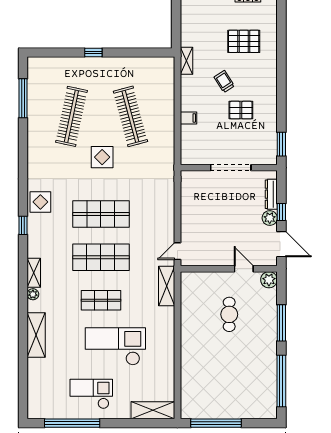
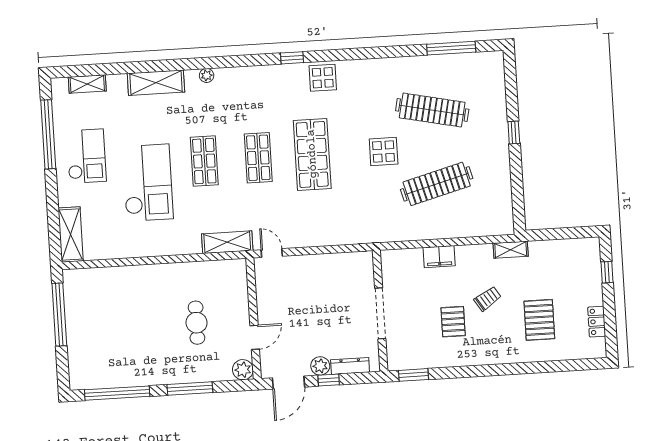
filing cabinet: (188, 118) -> (439, 257), width x2.00
shop shelf: (101, 257) -> (258, 158), width x0.70, depth x0.74
shelving: (34, 273) -> (87, 84), moved
cafe table: (229, 314) -> (196, 323), turned 90

